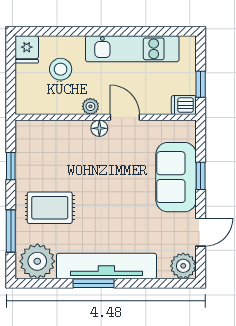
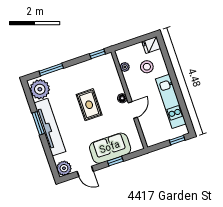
window: (201, 84) -> (177, 140), moved
dishwasher: (184, 105) -> (150, 139), removed
plant: (90, 106) -> (125, 67), moved
window: (11, 166) -> (97, 54), moved
rug: (50, 208) -> (89, 105), moved

